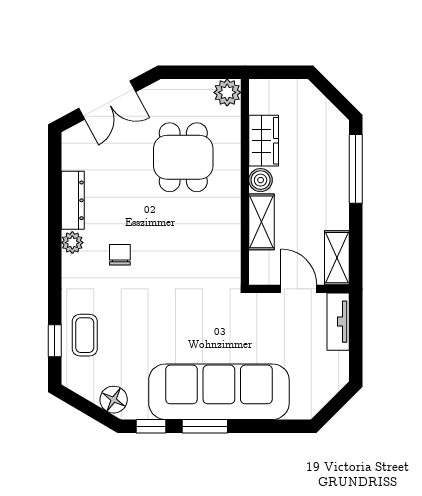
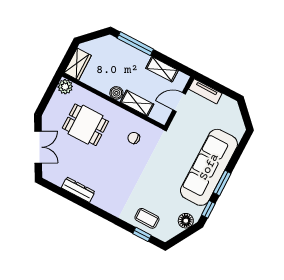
wardrobe: (264, 141) -> (78, 64), moved, turned 90
plant: (72, 243) -> (99, 201), removed
chair: (120, 255) -> (134, 138), moved
shelving: (337, 258) -> (162, 69), moved

